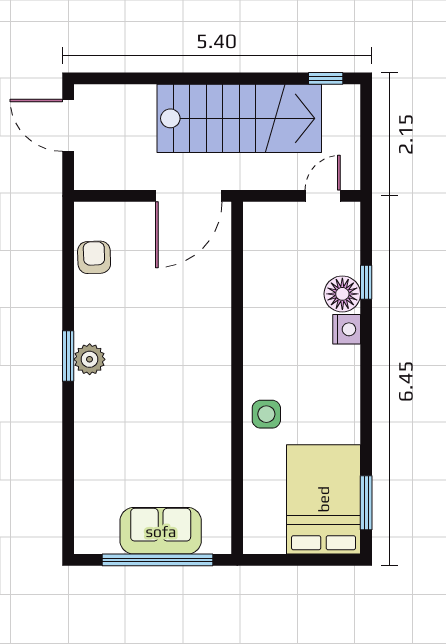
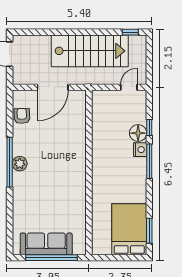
door: (189, 196) -> (53, 87), moved
window: (366, 354) -> (149, 161), added
window: (68, 356) -> (10, 162), width x2.11
side table: (266, 414) -> (102, 189), removed
sofa: (161, 531) -> (46, 244), width x1.36

